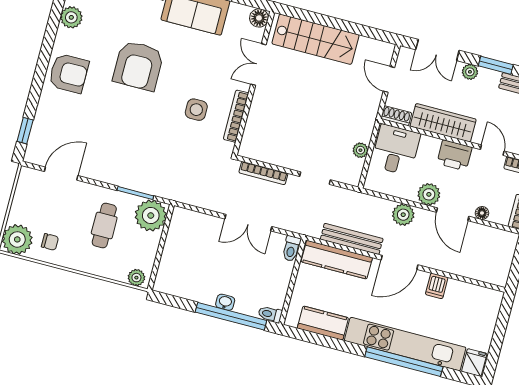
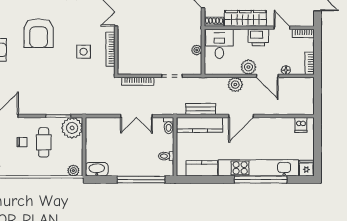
bench: (352, 239) -> (201, 109), width x0.73
chair: (50, 242) -> (22, 142), moved
dishwasher: (437, 286) -> (301, 125), moved
washbasin: (225, 302) -> (97, 169), moved, width x1.91, depth x1.45
toilet: (270, 314) -> (166, 156), moved

